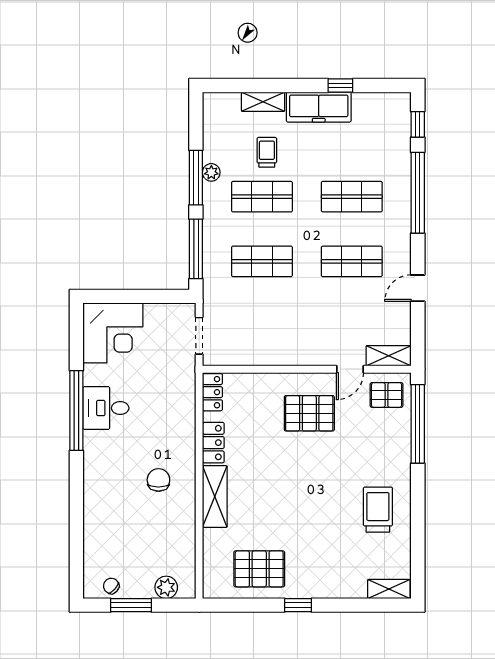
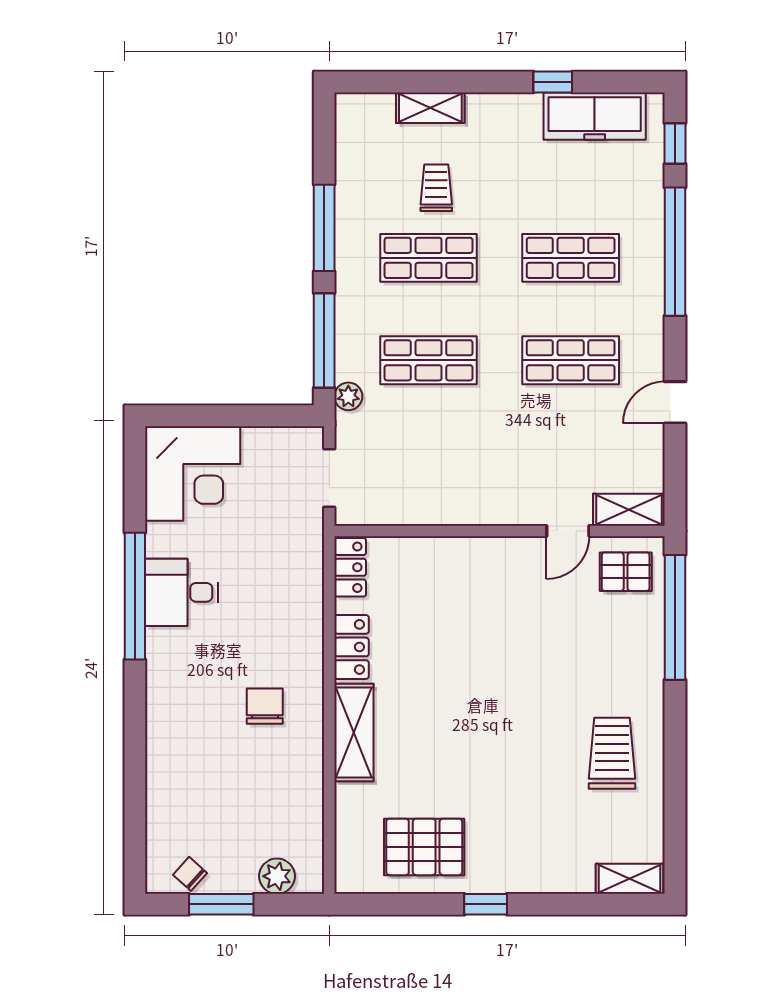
freezer: (319, 107) -> (595, 116), moved
plant: (211, 172) -> (348, 396), moved
pallet: (309, 413) -> (503, 601), removed

